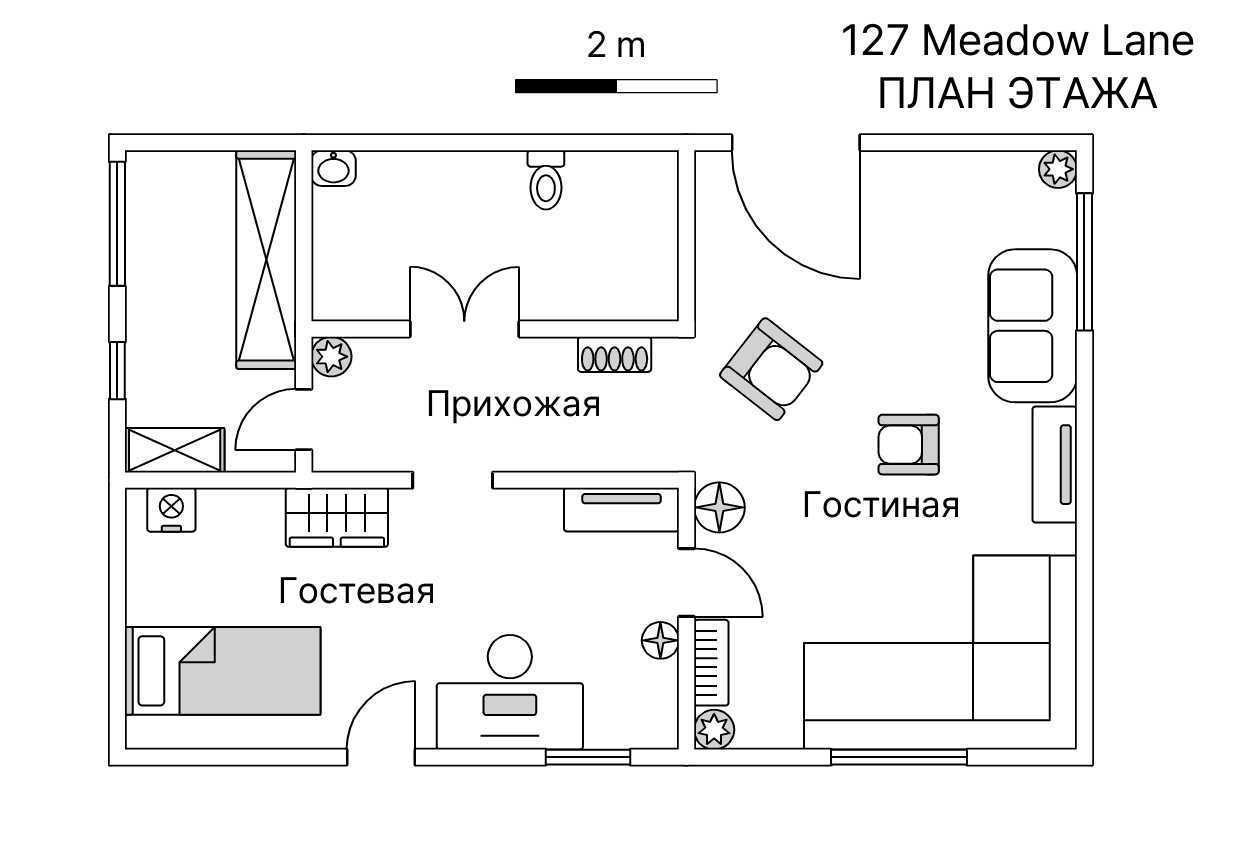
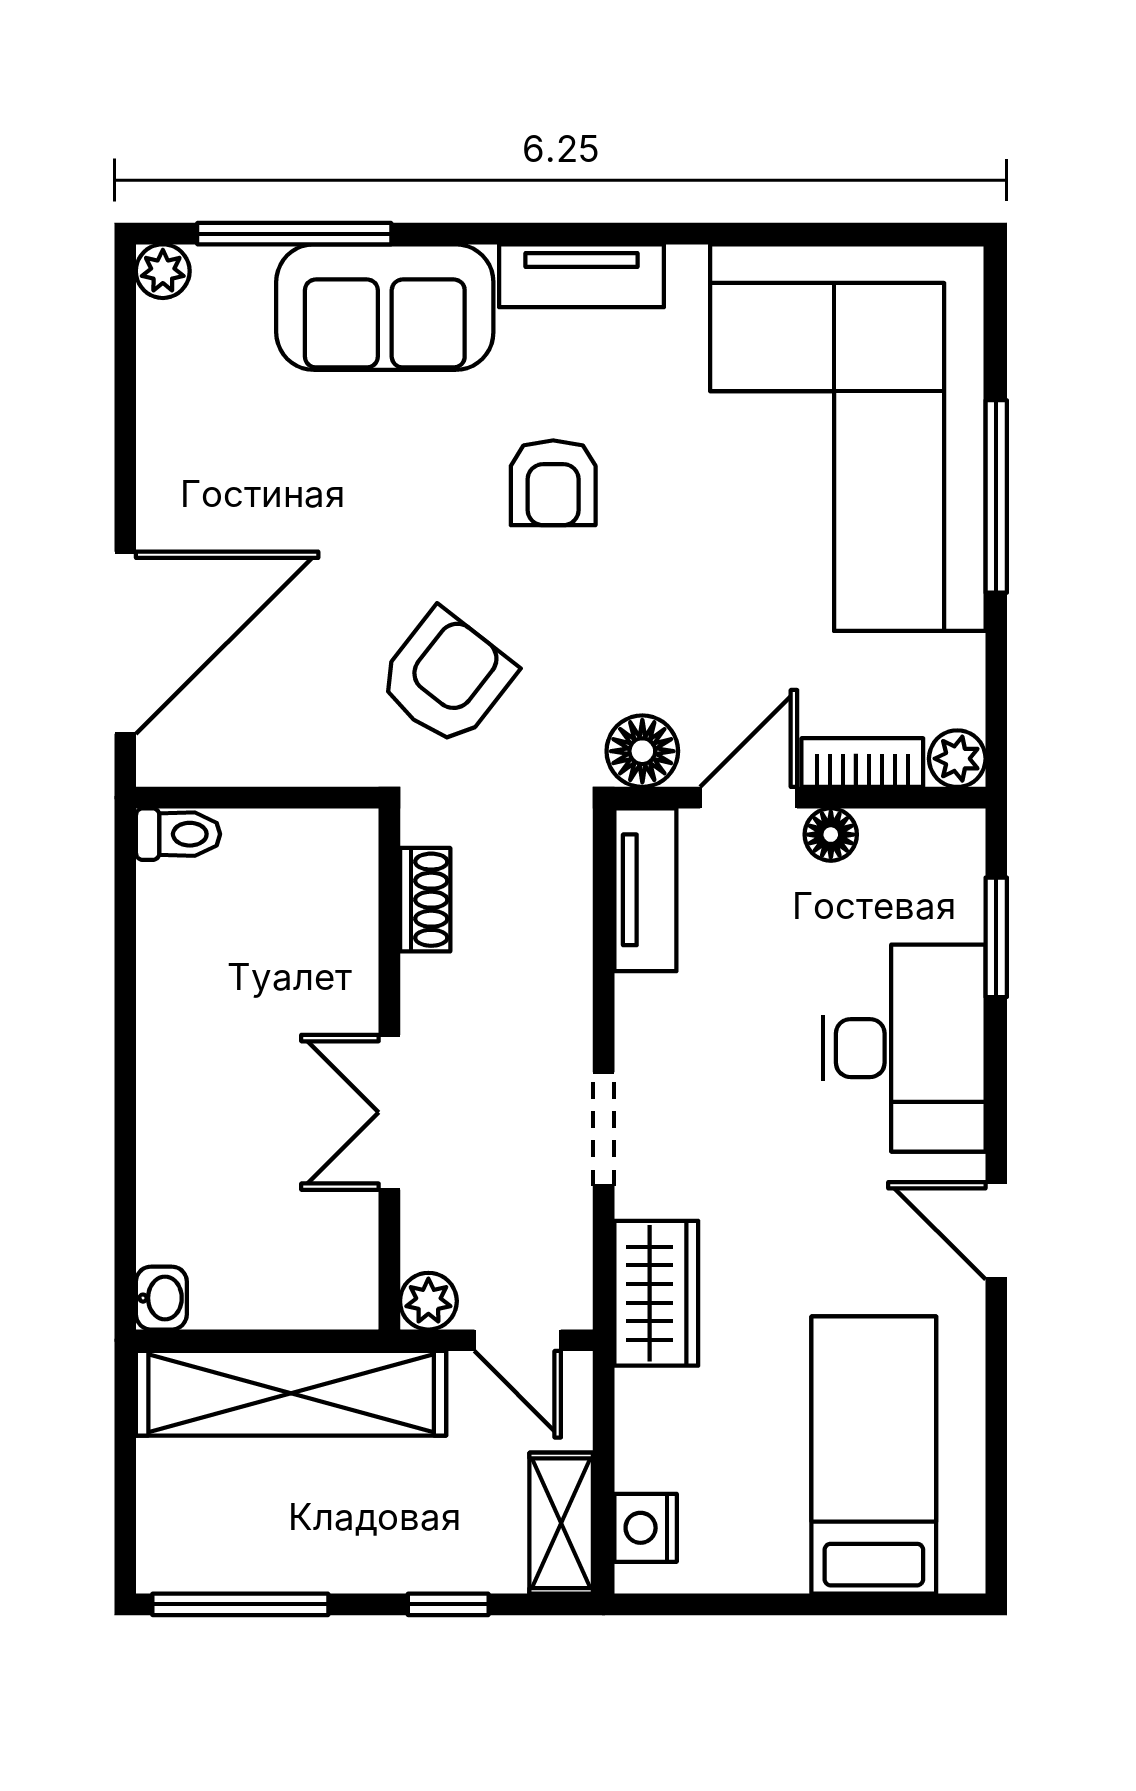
toilet: (546, 180) -> (178, 834), moved

